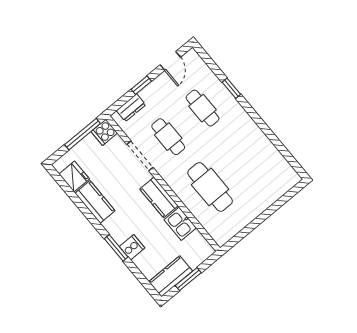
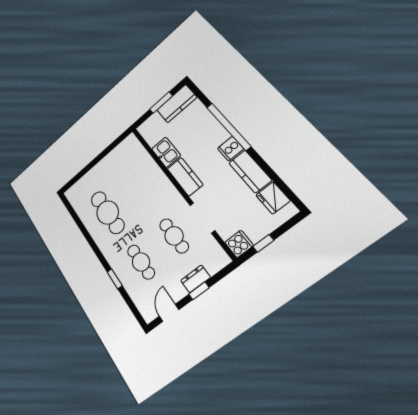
dresser: (131, 108) -> (195, 279), moved
window: (83, 134) -> (263, 243), width x0.46
cafe table: (210, 187) -> (108, 212), moved
cooker: (132, 247) -> (230, 149), moved
window: (116, 248) -> (228, 127), width x2.11

